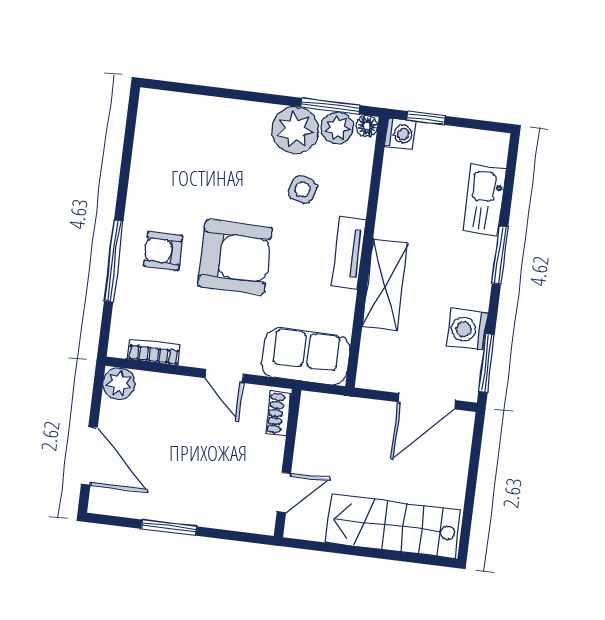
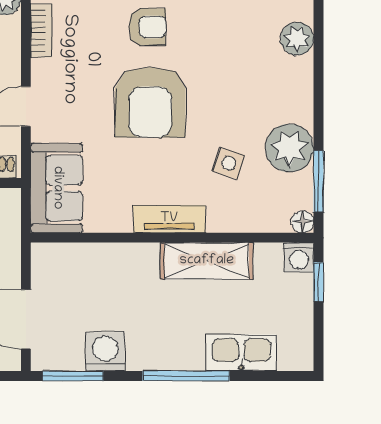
plant: (337, 128) -> (297, 39), moved
armchair: (163, 251) -> (147, 27), turned 90
window: (500, 255) -> (186, 376), width x1.44
shelving: (385, 285) -> (207, 261), moved

